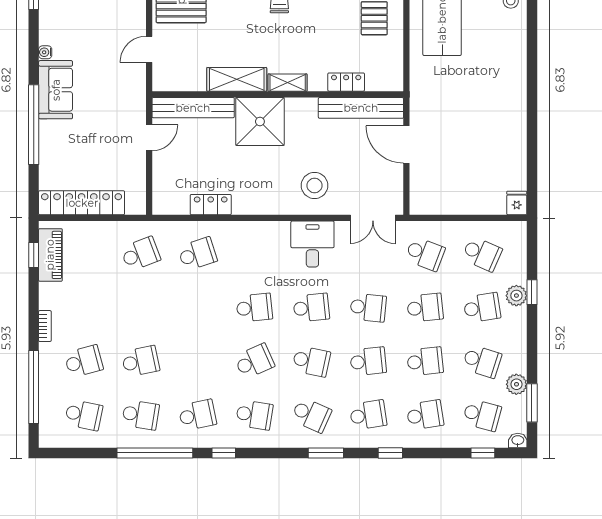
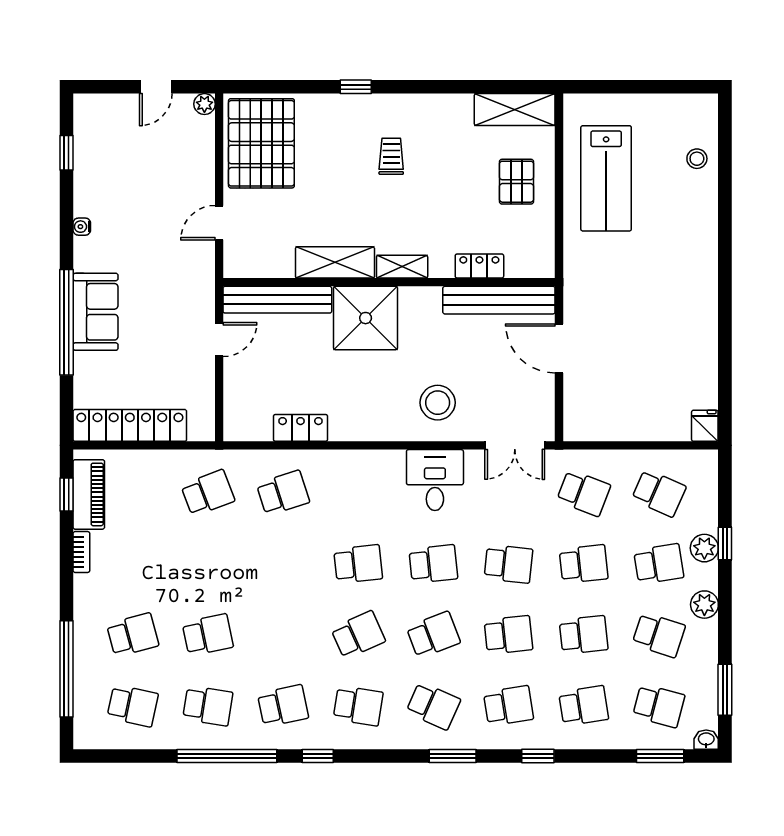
sofa: (56, 90) -> (96, 312), moved
bookcase: (45, 326) -> (81, 552), moved
school desk: (311, 361) -> (433, 635), turned -33
plant: (516, 384) -> (704, 605), moved
window: (483, 453) -> (660, 756), width x1.50

